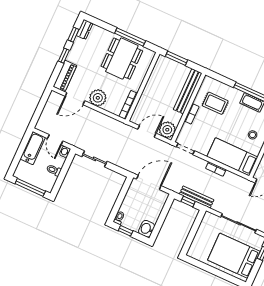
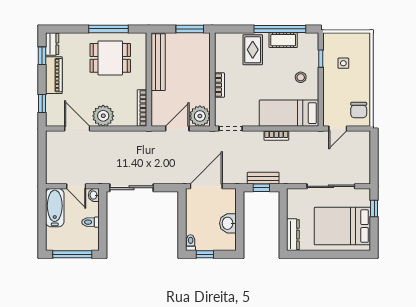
window: (64, 56) -> (42, 103), moved
window: (177, 58) -> (190, 29), moved
dining table: (122, 59) -> (110, 58), width x0.73
piano: (65, 76) -> (54, 75), moved
bench: (188, 91) -> (158, 62), moved
door: (75, 99) -> (77, 129), swing flipped
rug: (215, 103) -> (253, 50), moved, turned 90
sliding door: (94, 159) -> (131, 188), width x1.37
bench: (197, 197) -> (263, 178), width x0.73
washbasin: (147, 229) -> (228, 223), moved
dresser: (195, 246) -> (293, 235), added

